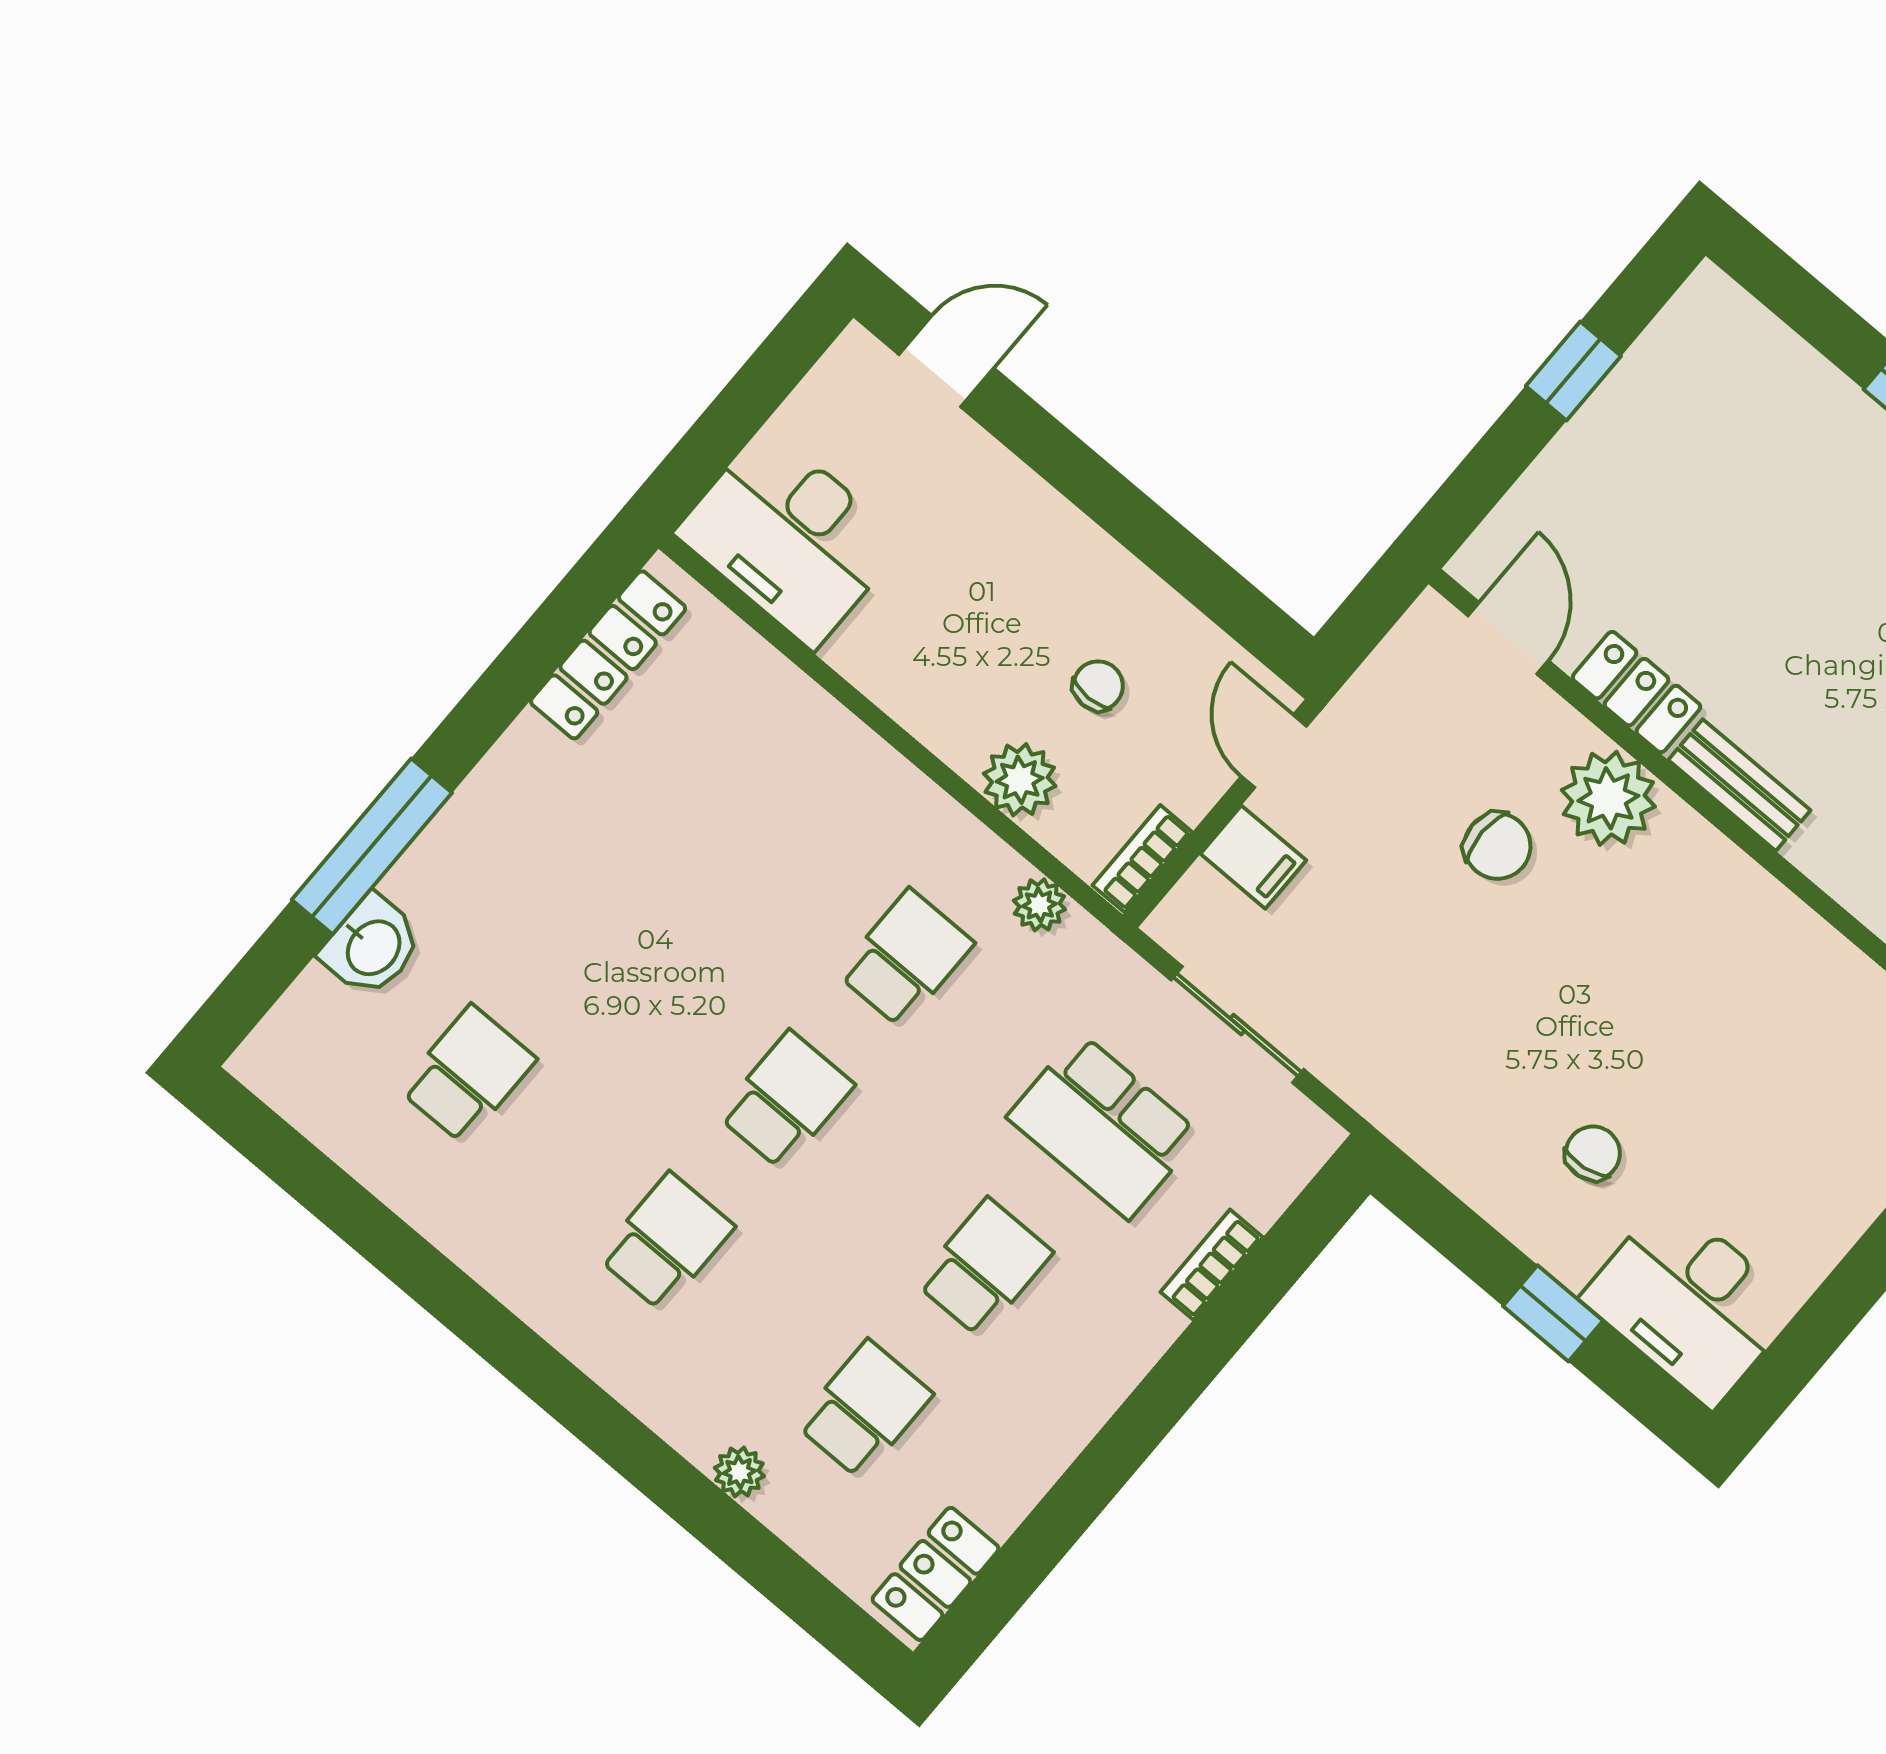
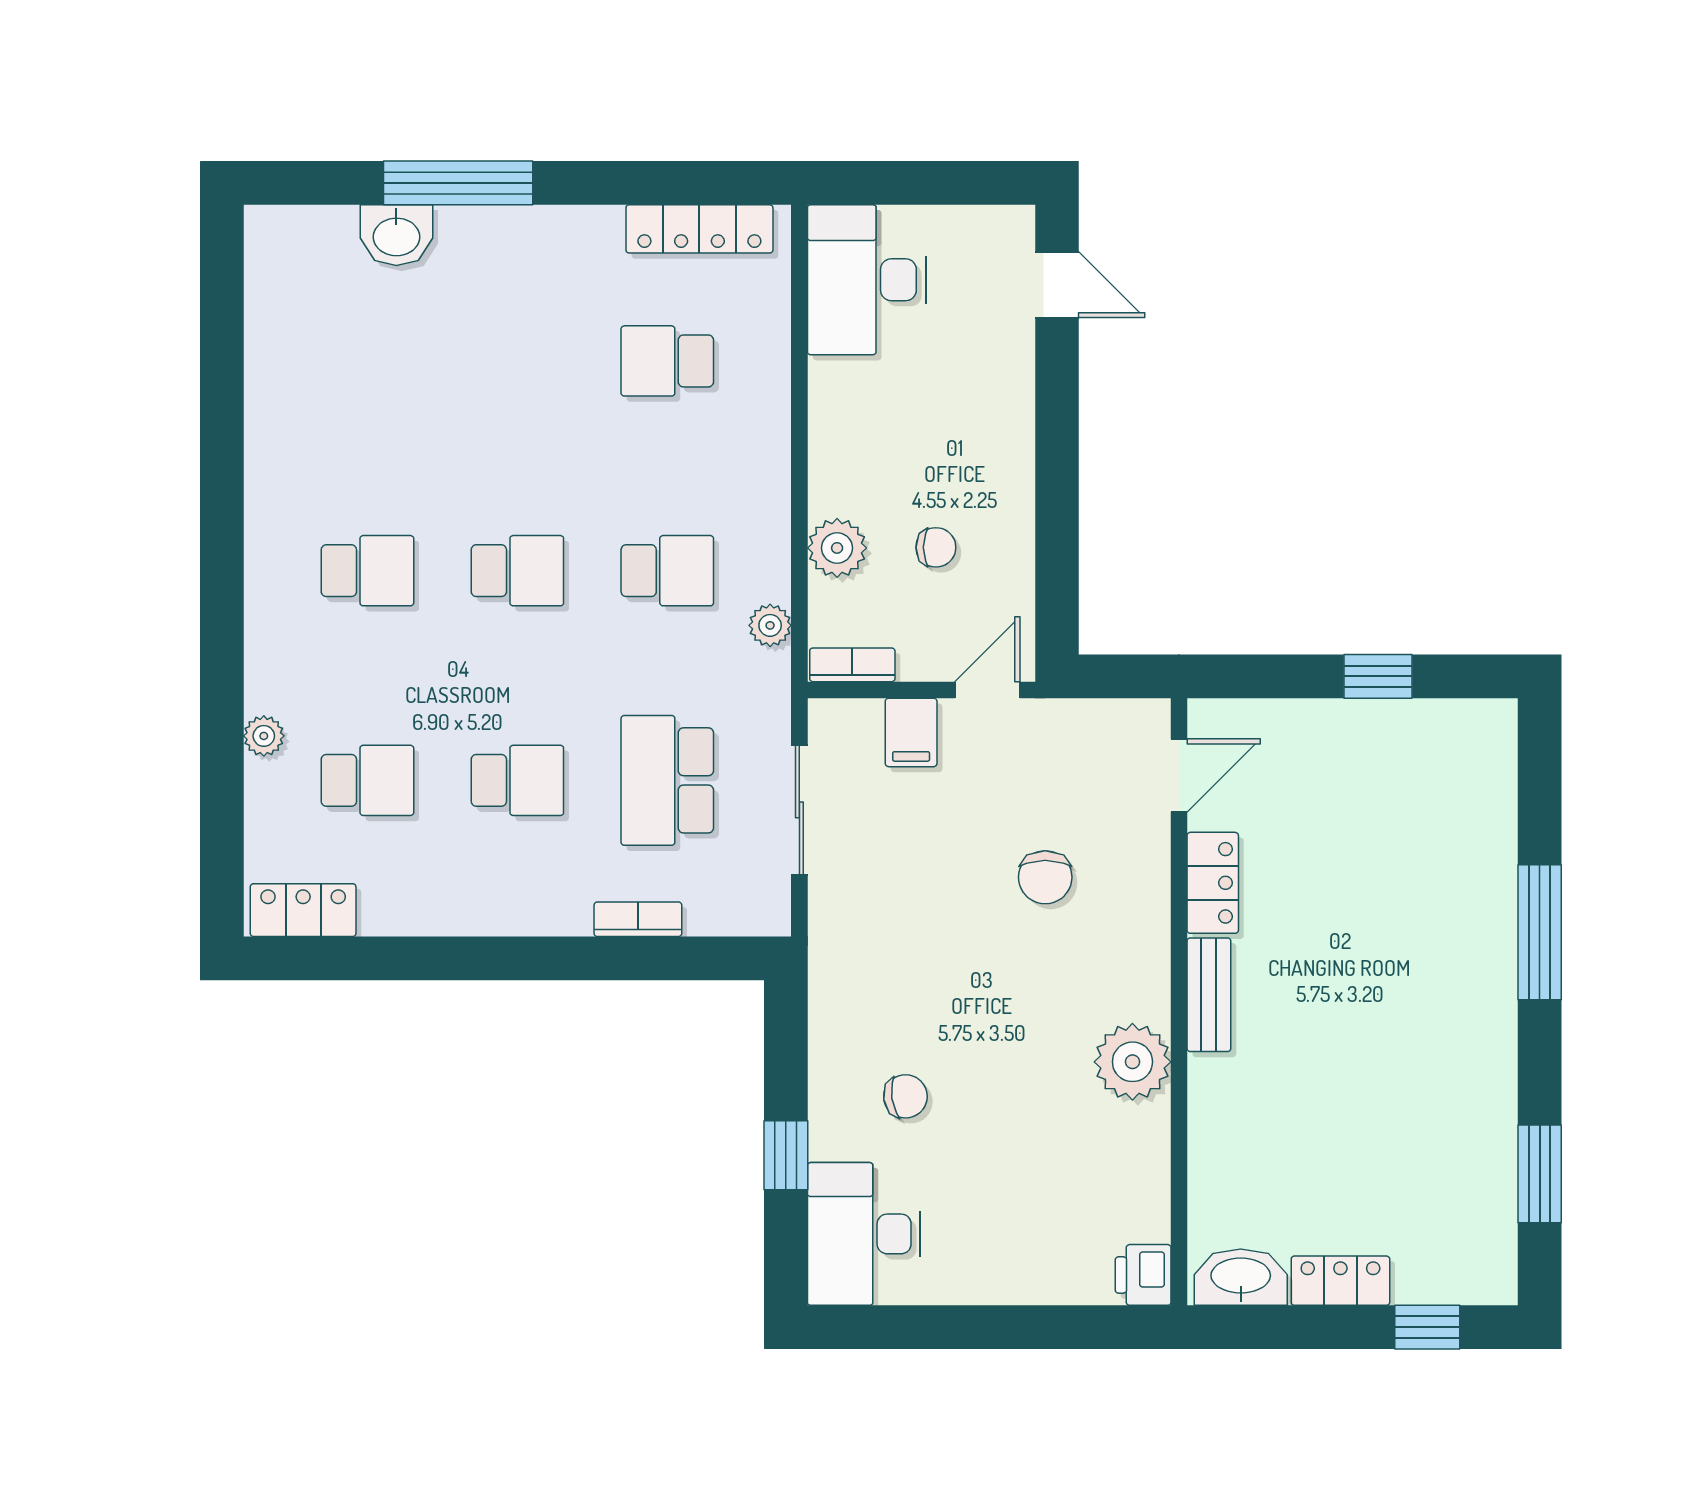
plant: (1608, 798) -> (1132, 1062), moved
school desk: (468, 1074) -> (667, 361), moved, turned 180

